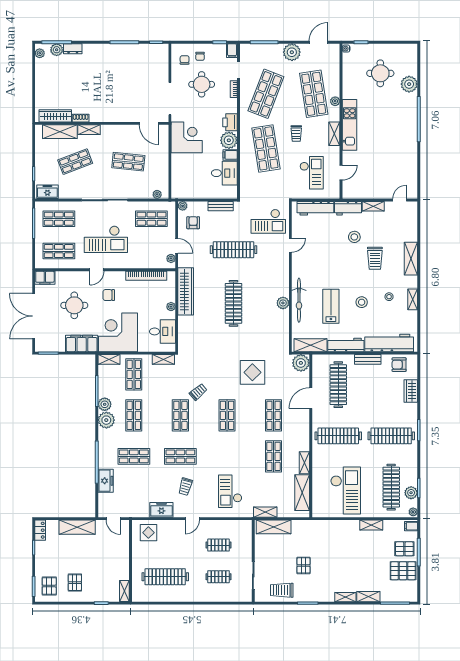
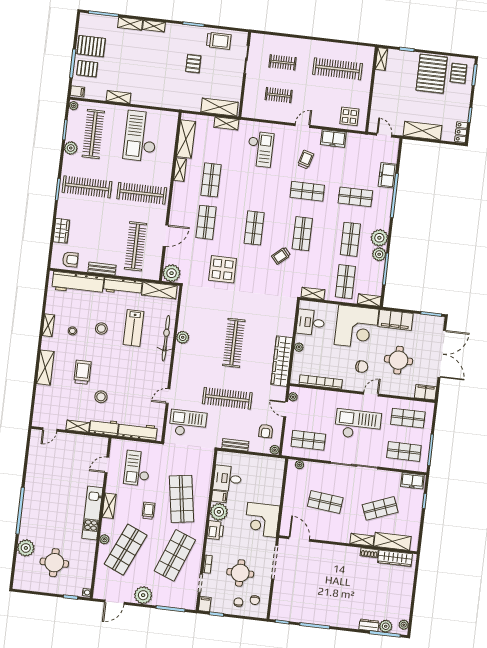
shop shelf: (314, 94) -> (126, 550), turned 33
plant: (411, 493) -> (71, 148), moved
pallet: (75, 583) -> (432, 74), width x2.05, depth x2.00

